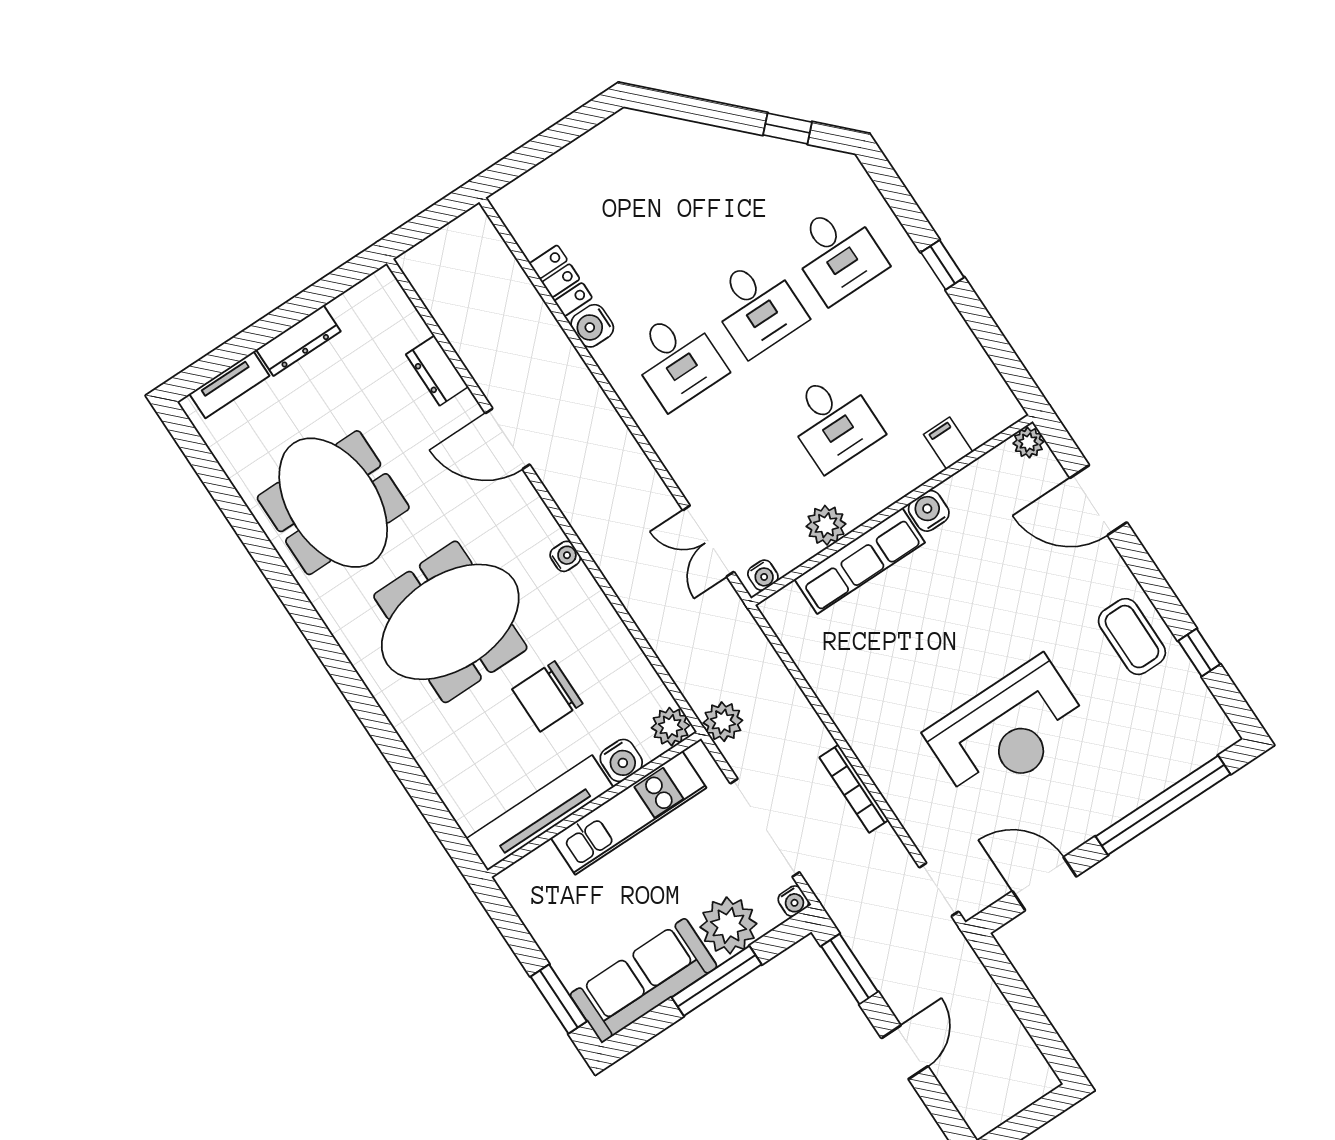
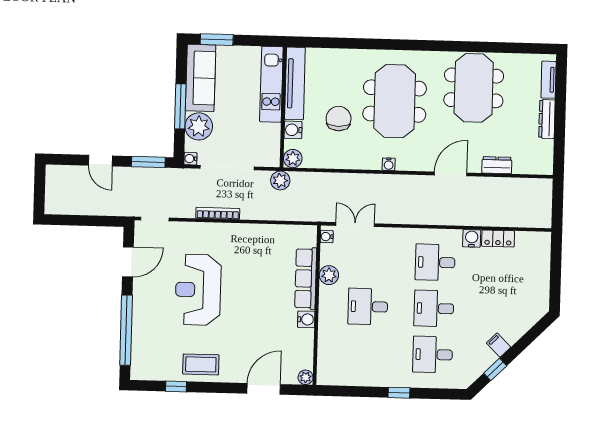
filing cabinet: (948, 443) -> (499, 345), moved, turned -135
meeting table: (333, 503) -> (474, 88), turned 90
kitchen unit: (629, 813) -> (271, 84), moved

